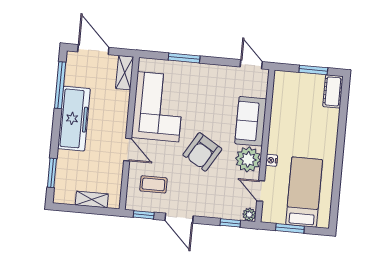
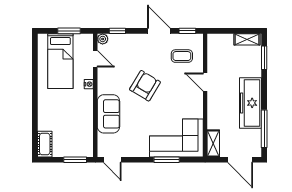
window: (313, 70) -> (75, 160), moved
corner sofa: (158, 107) -> (176, 138), moved, turned 90
plant: (248, 159) -> (108, 83), removed
shelving: (92, 199) -> (247, 39), moved

